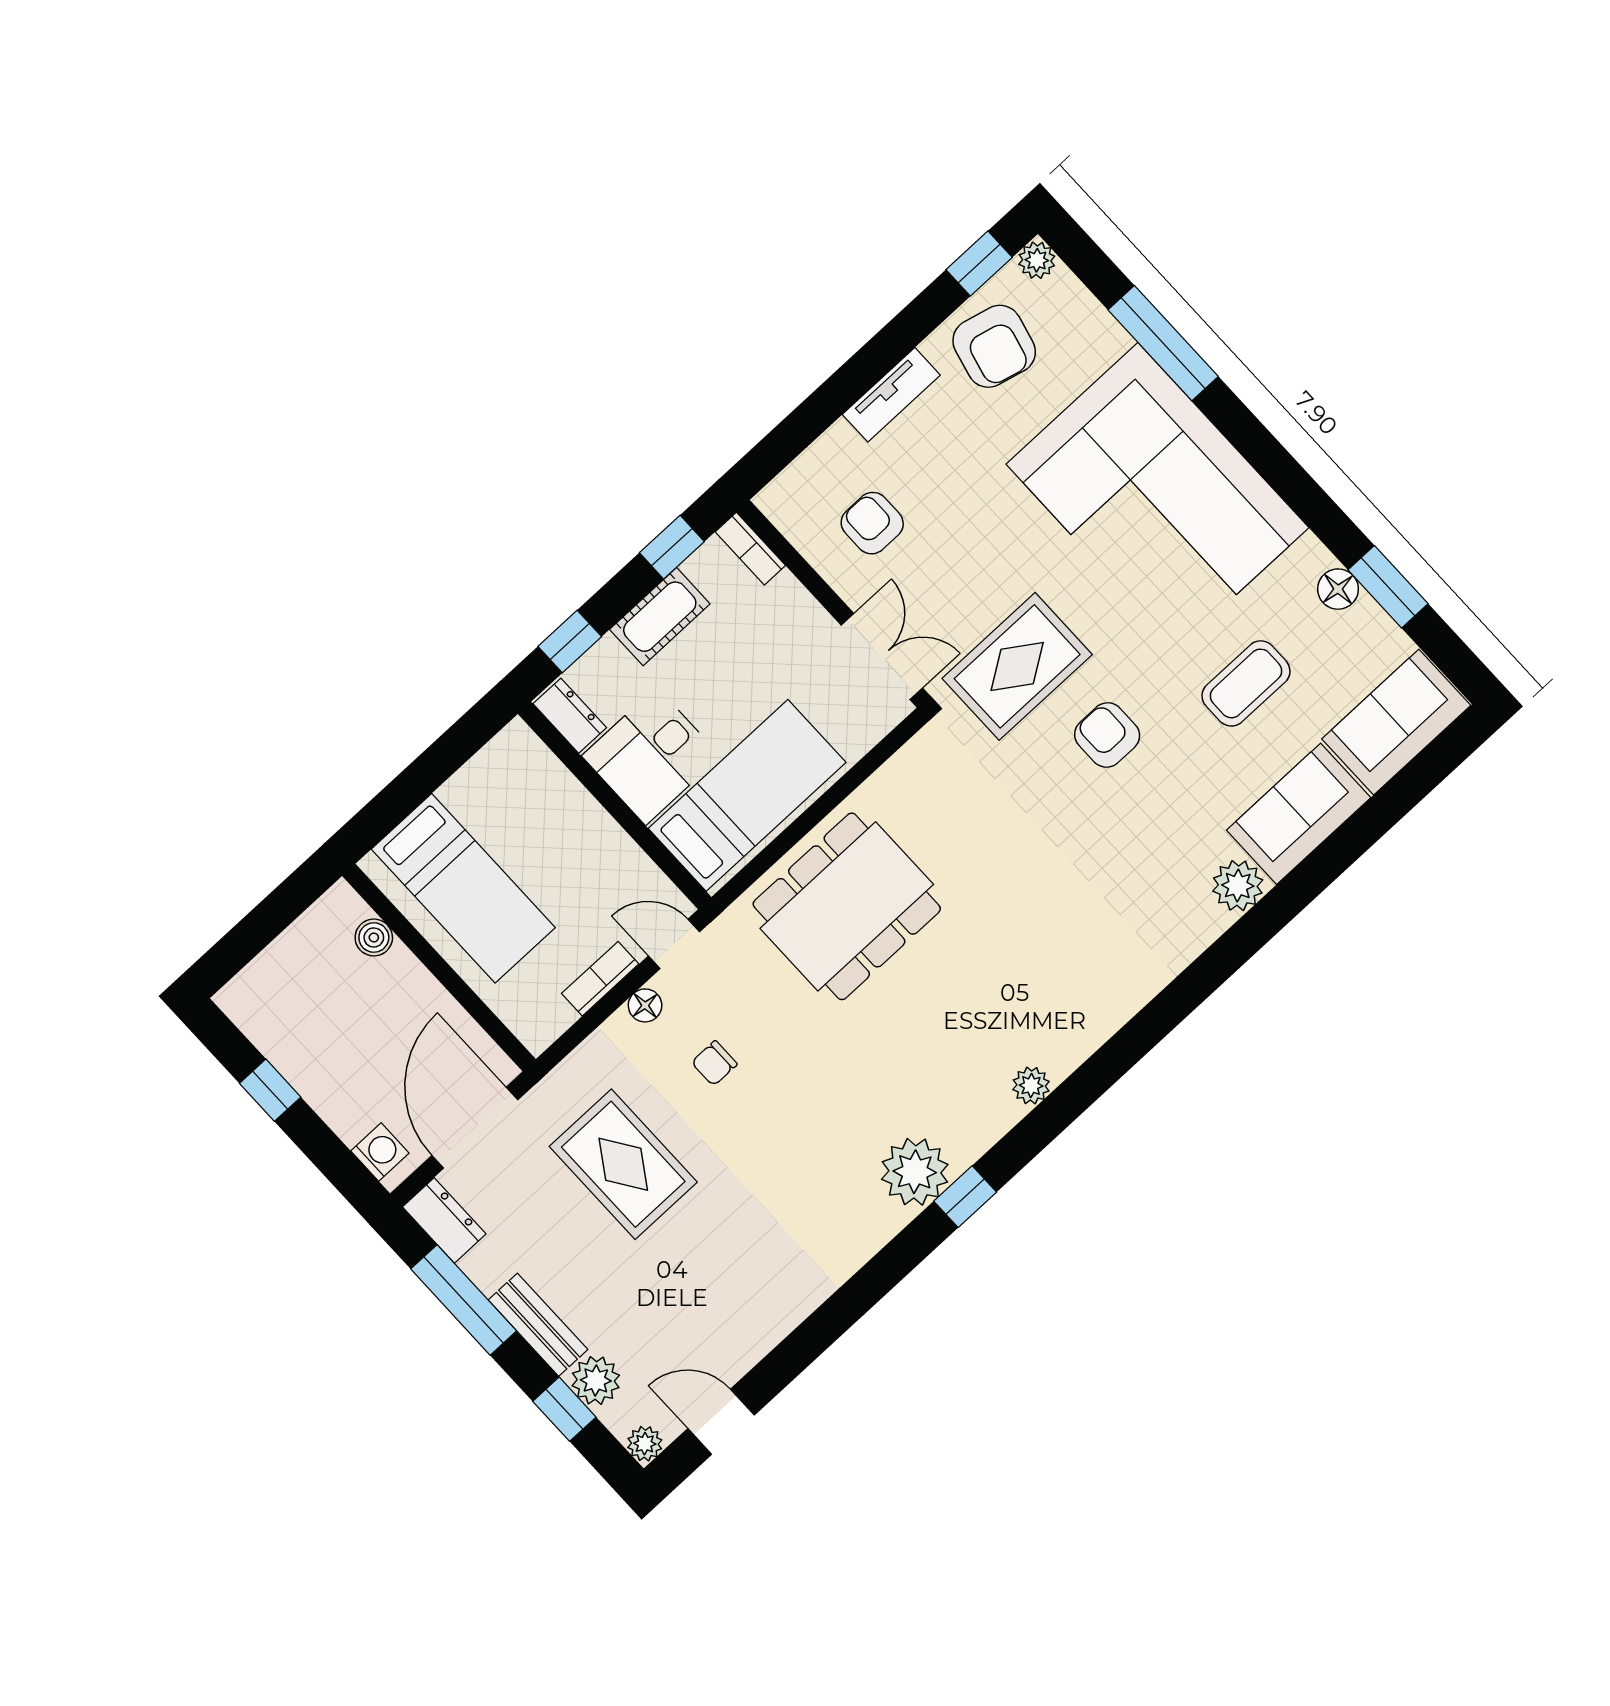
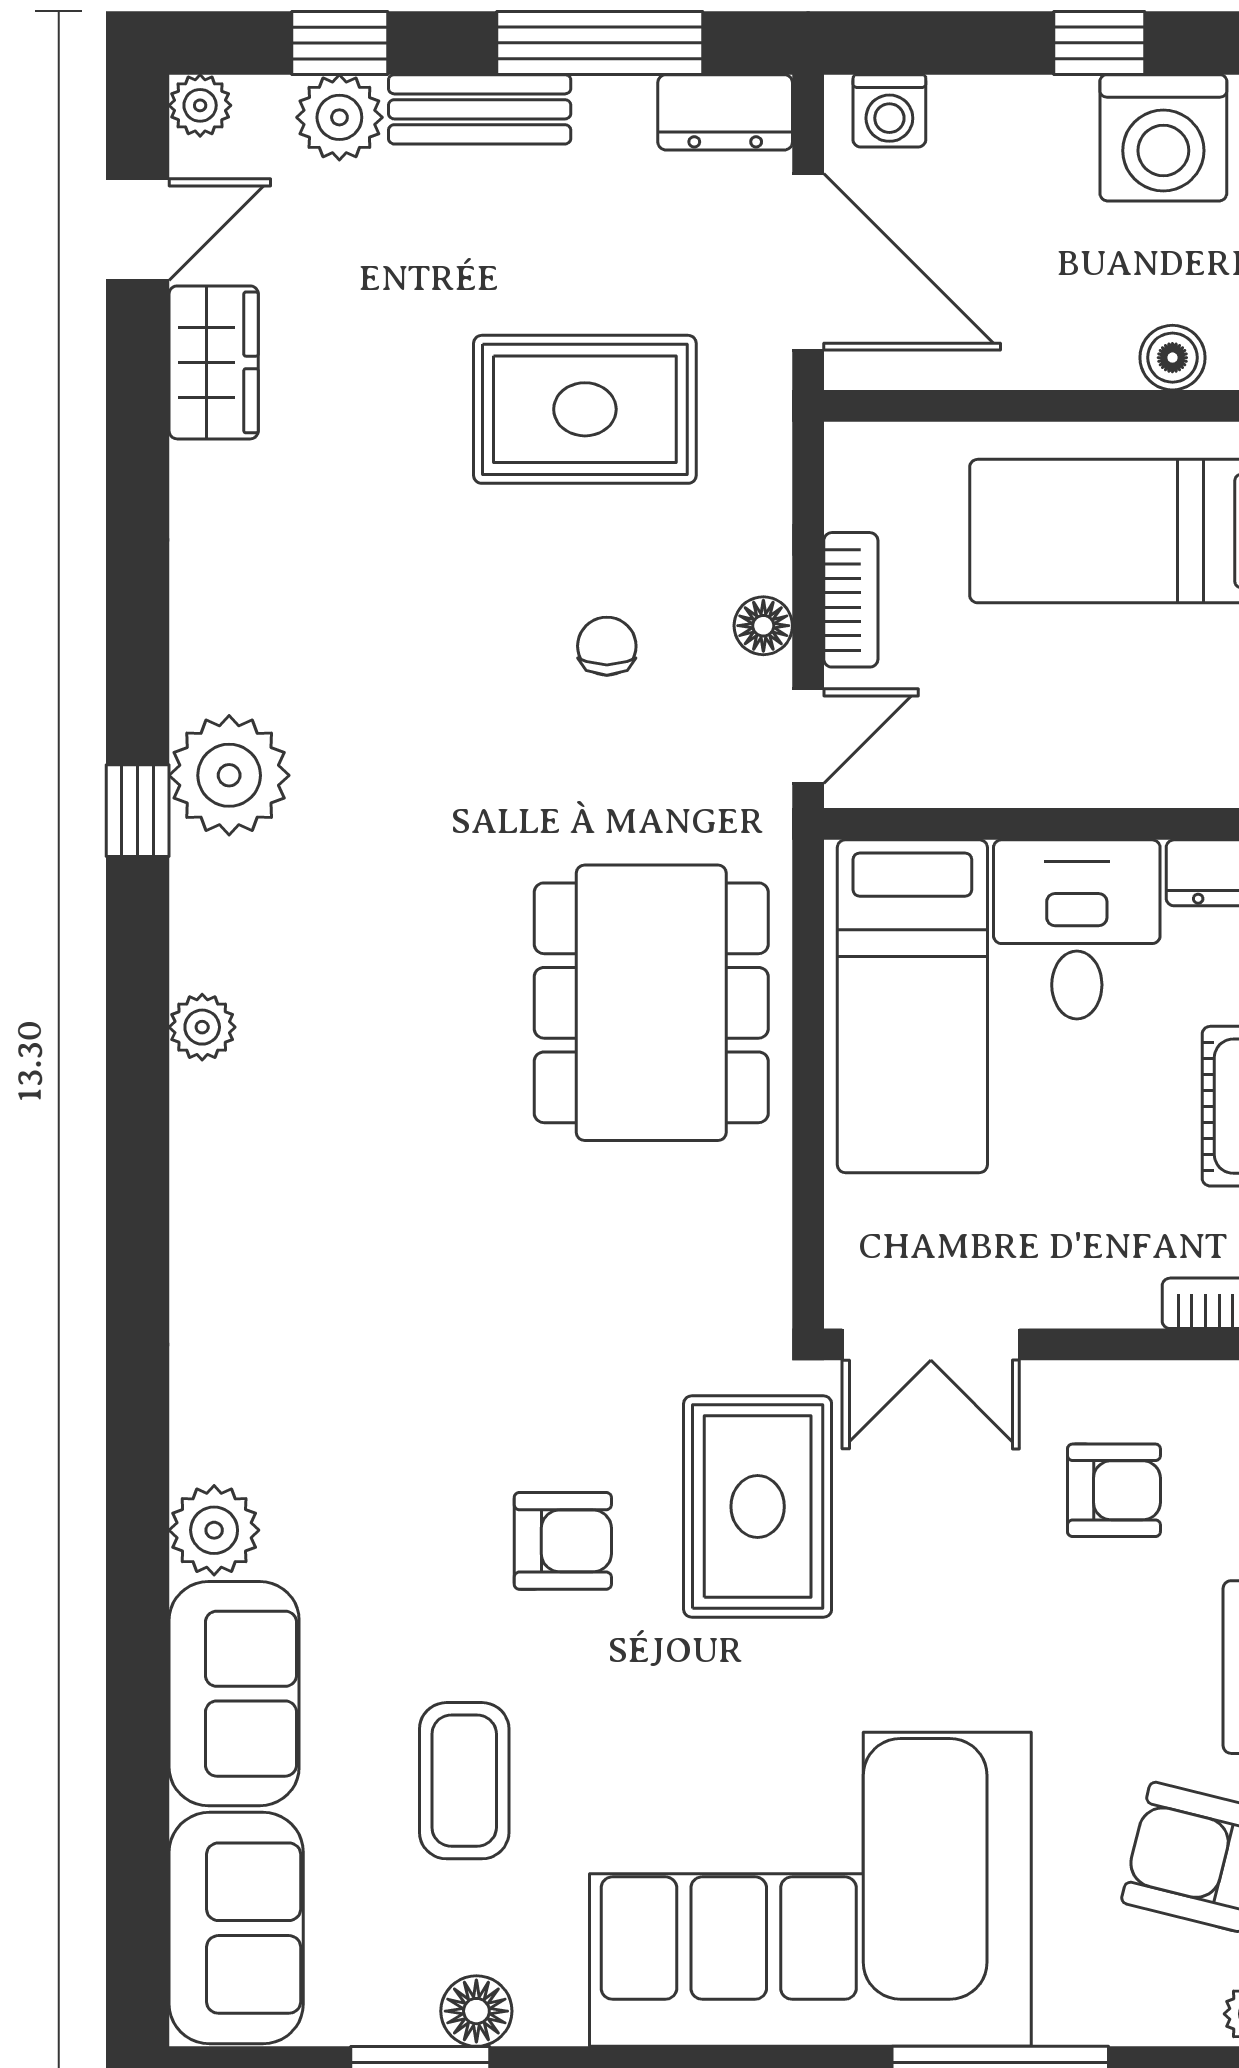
washing machine: (285, 1027) -> (1163, 138), added
wardrobe: (747, 1338) -> (214, 362), added

